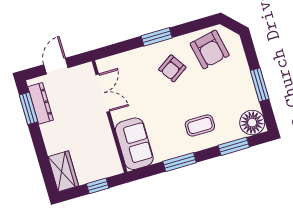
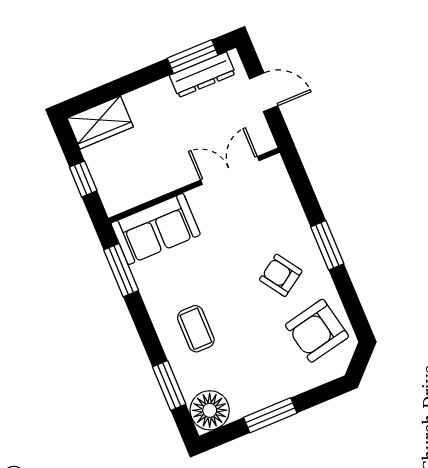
double door: (103, 93) -> (230, 170), swing flipped
window: (180, 162) -> (121, 270), moved

